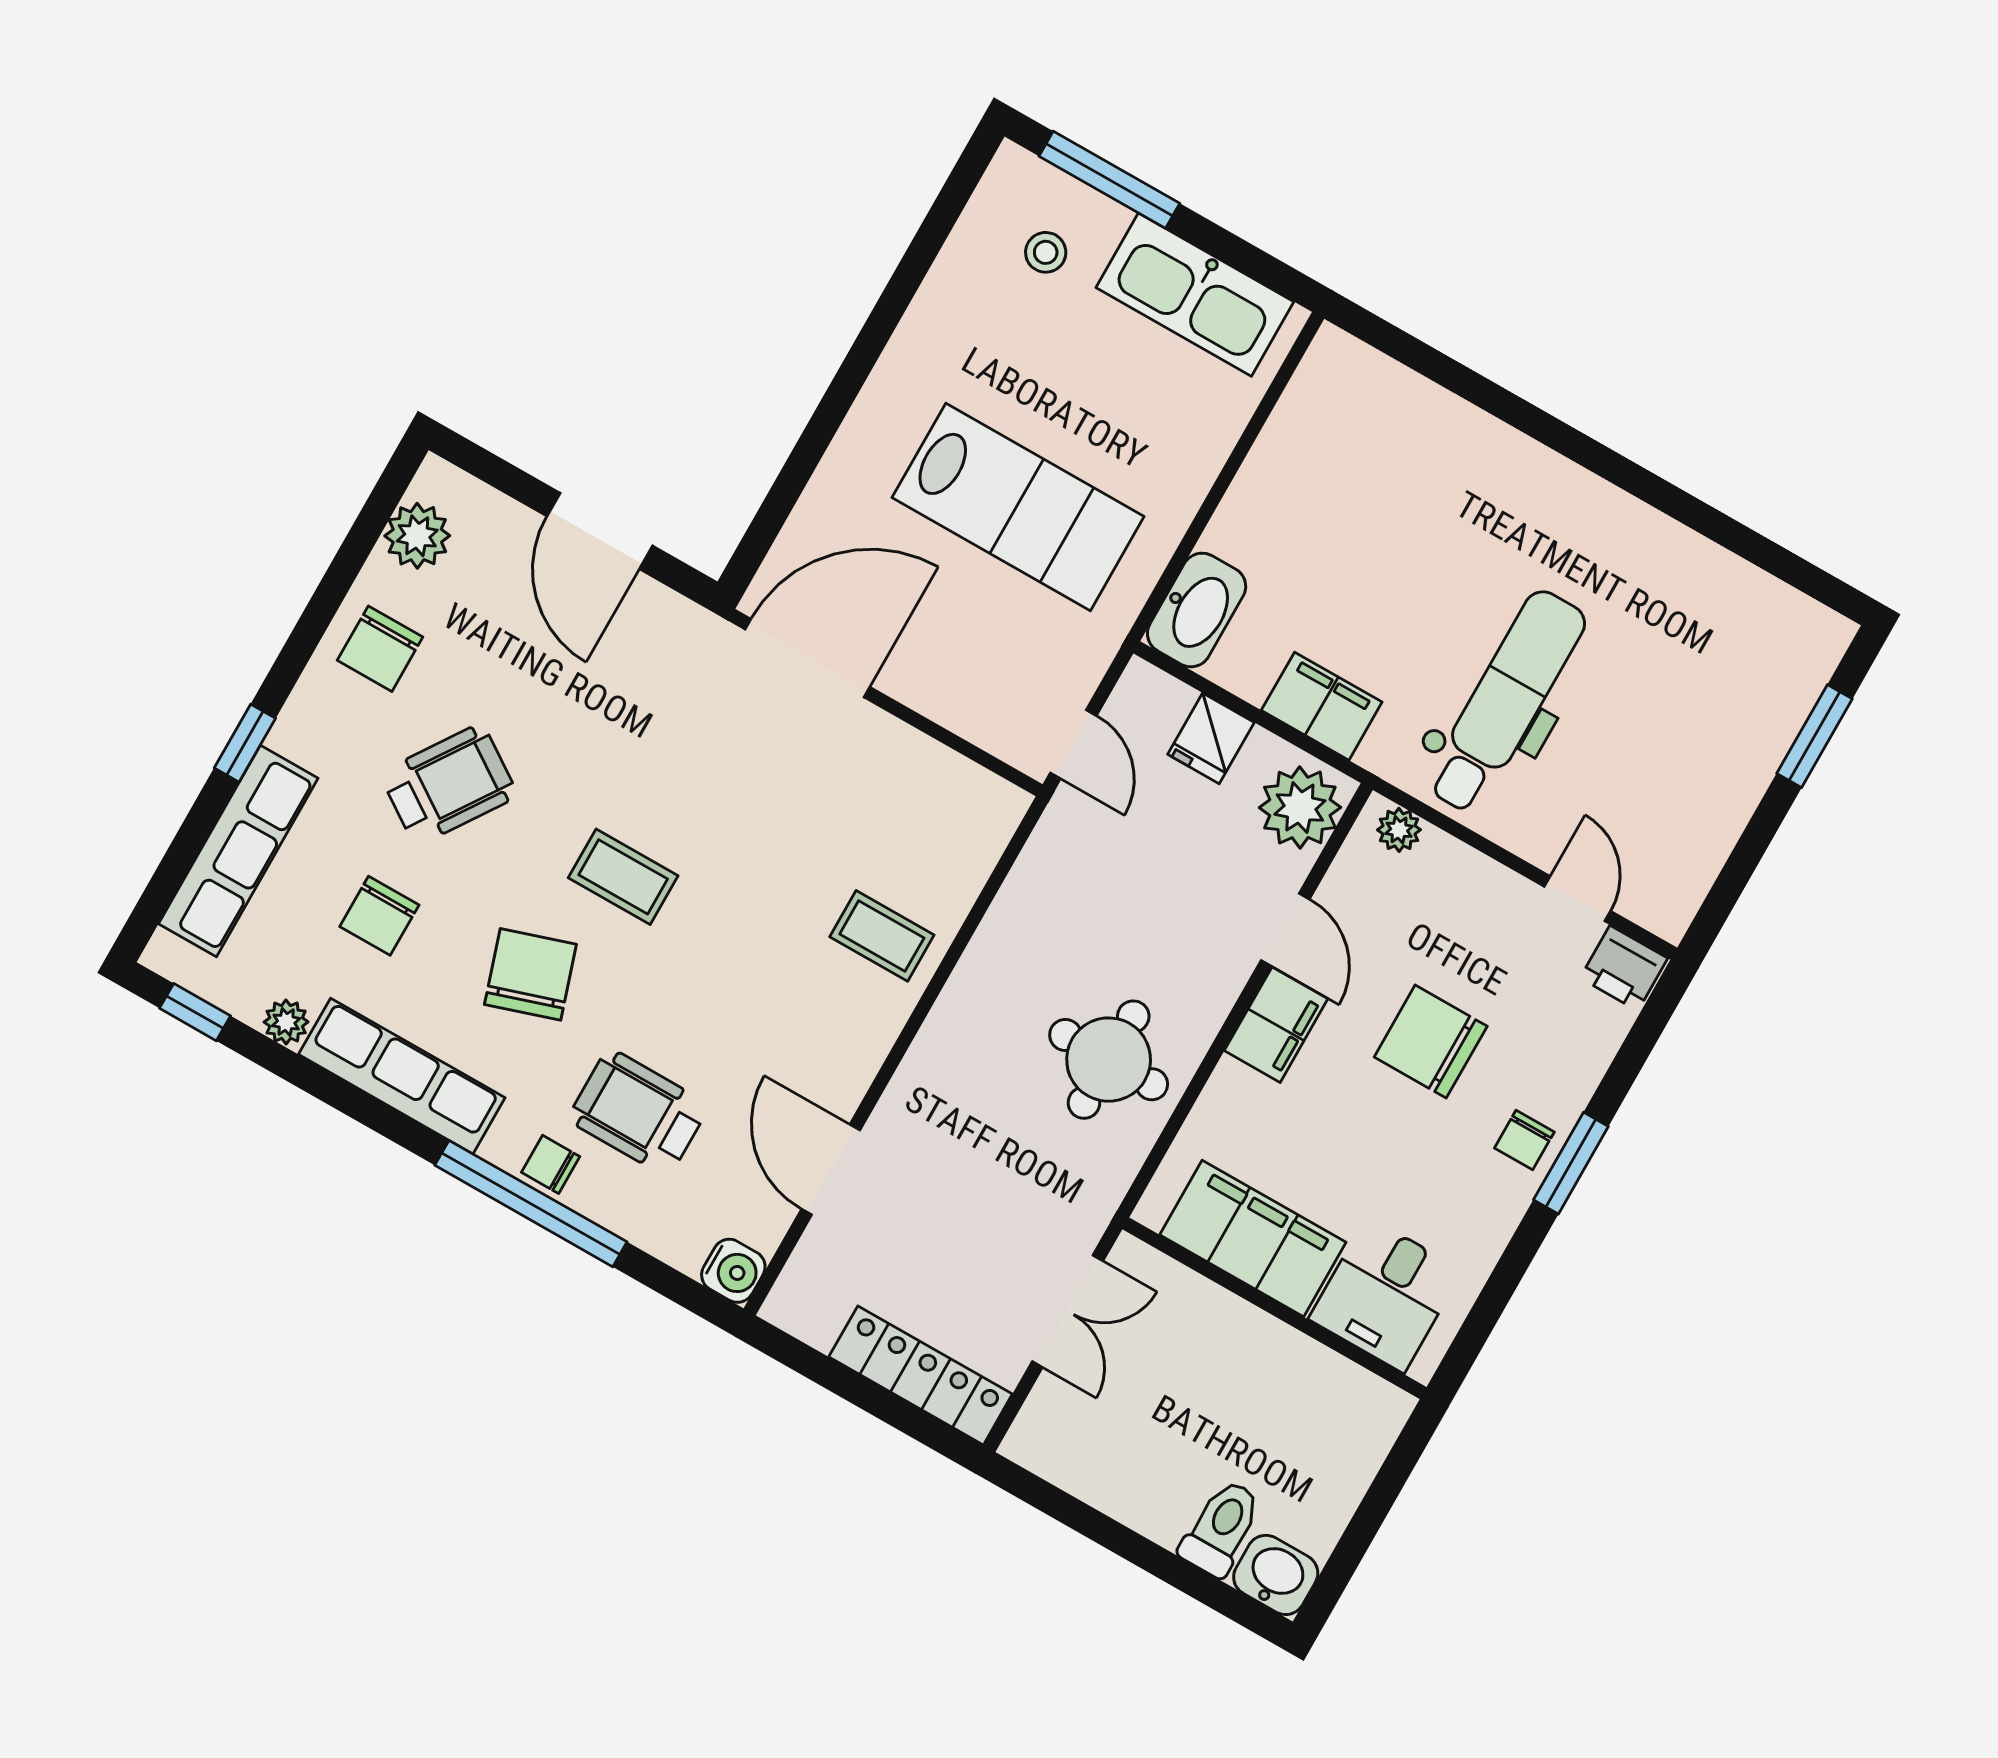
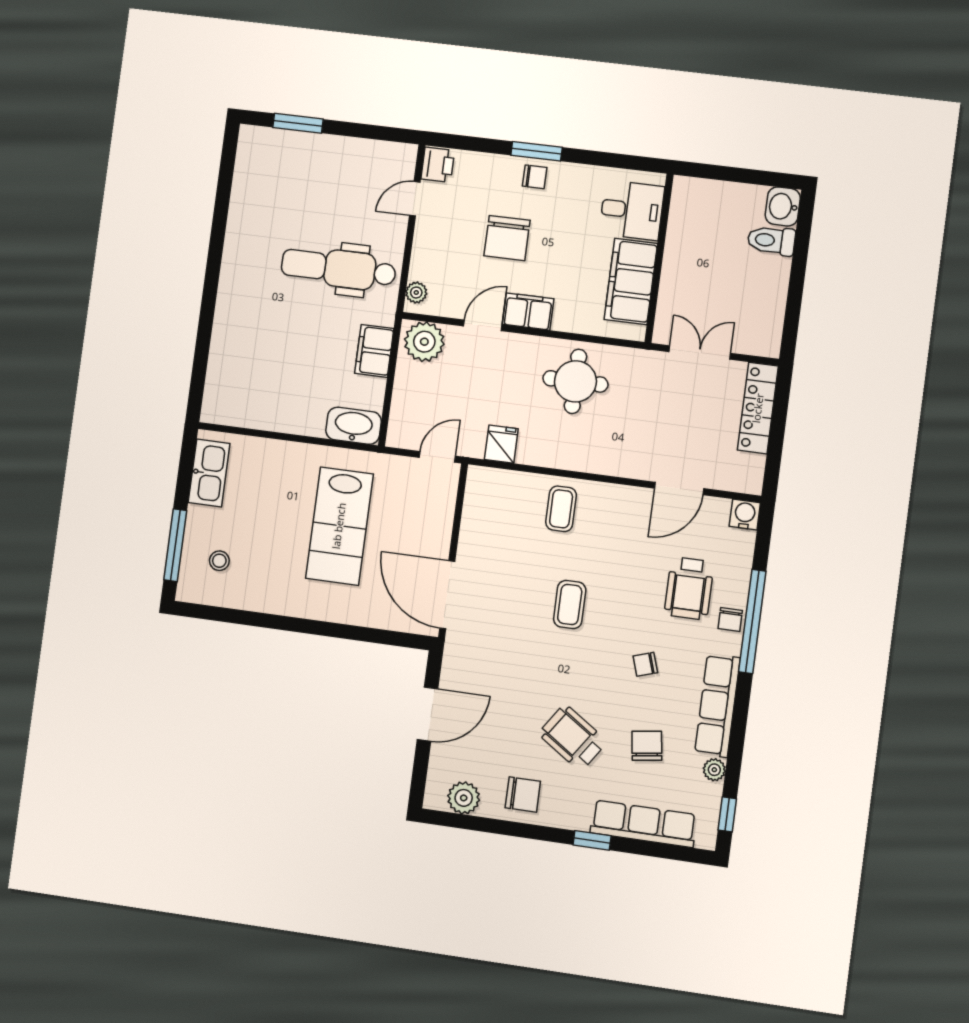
kitchen sink: (1195, 295) -> (209, 473), width x0.73, depth x0.81
lab bench: (1018, 507) -> (339, 526), turned 180
fridge: (1211, 738) -> (501, 444), moved, turned -90
coffee table: (623, 877) -> (570, 604), moved
chair: (379, 916) -> (647, 746), turned -98
chair: (530, 974) -> (645, 664), width x0.54, depth x0.54

